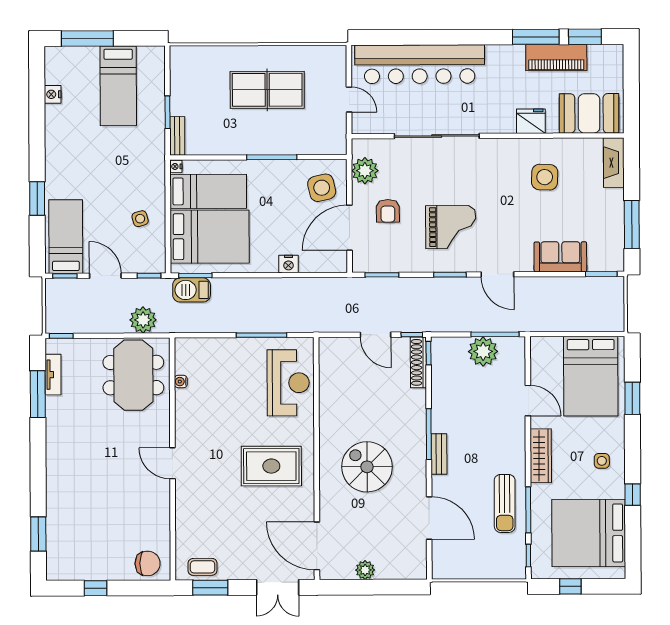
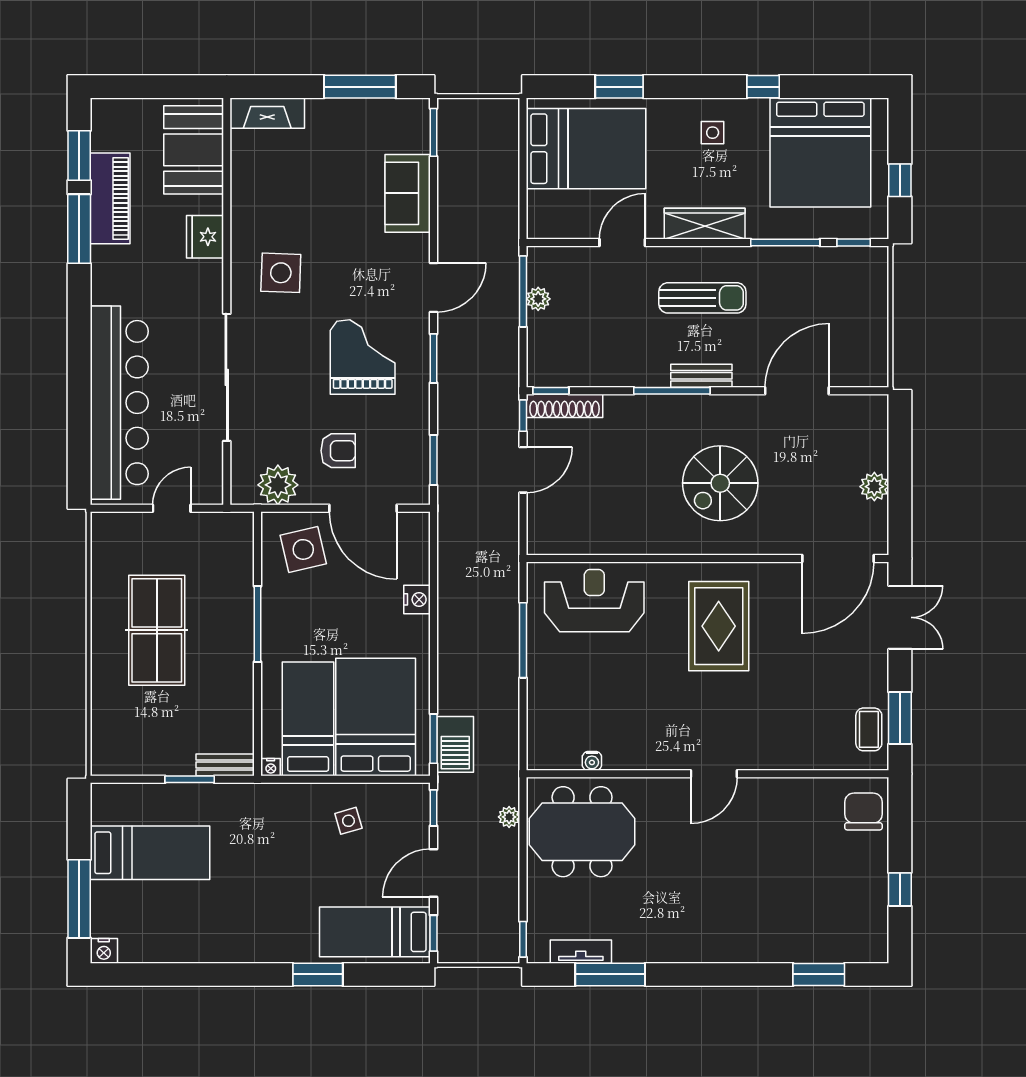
nightstand: (53, 94) -> (104, 951), moved
side table: (545, 177) -> (281, 273), moved
plant: (143, 320) -> (509, 817), width x0.53, depth x0.53
plant: (483, 351) -> (538, 299), width x0.53, depth x0.53
sun lounger: (505, 503) -> (702, 298), moved

